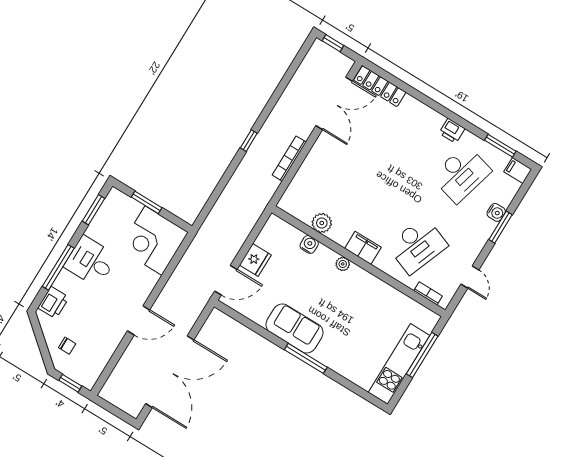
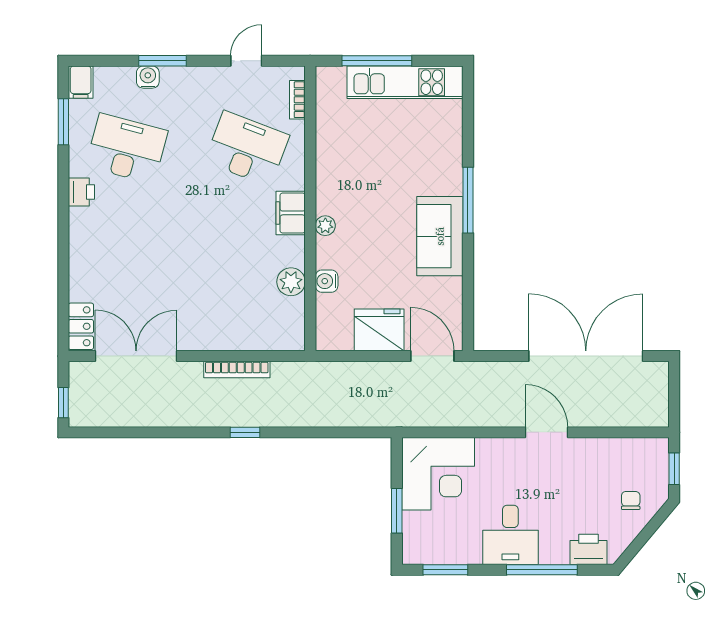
locker: (380, 86) -> (81, 326), width x0.66
fridge: (255, 260) -> (379, 330), width x1.36, depth x1.34

